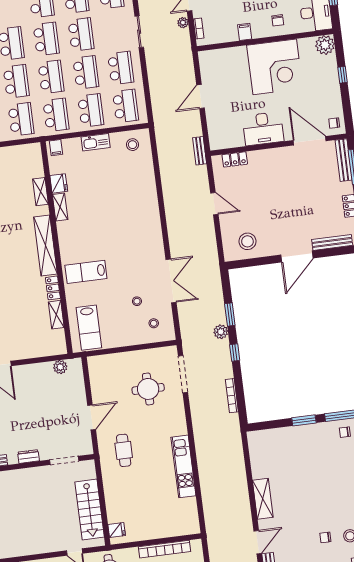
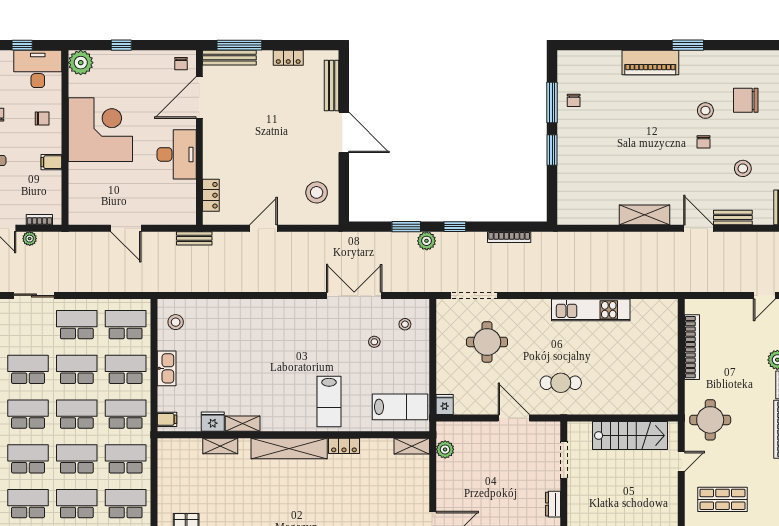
shelving: (56, 315) -> (412, 446), moved
fridge: (117, 530) -> (445, 405), moved

